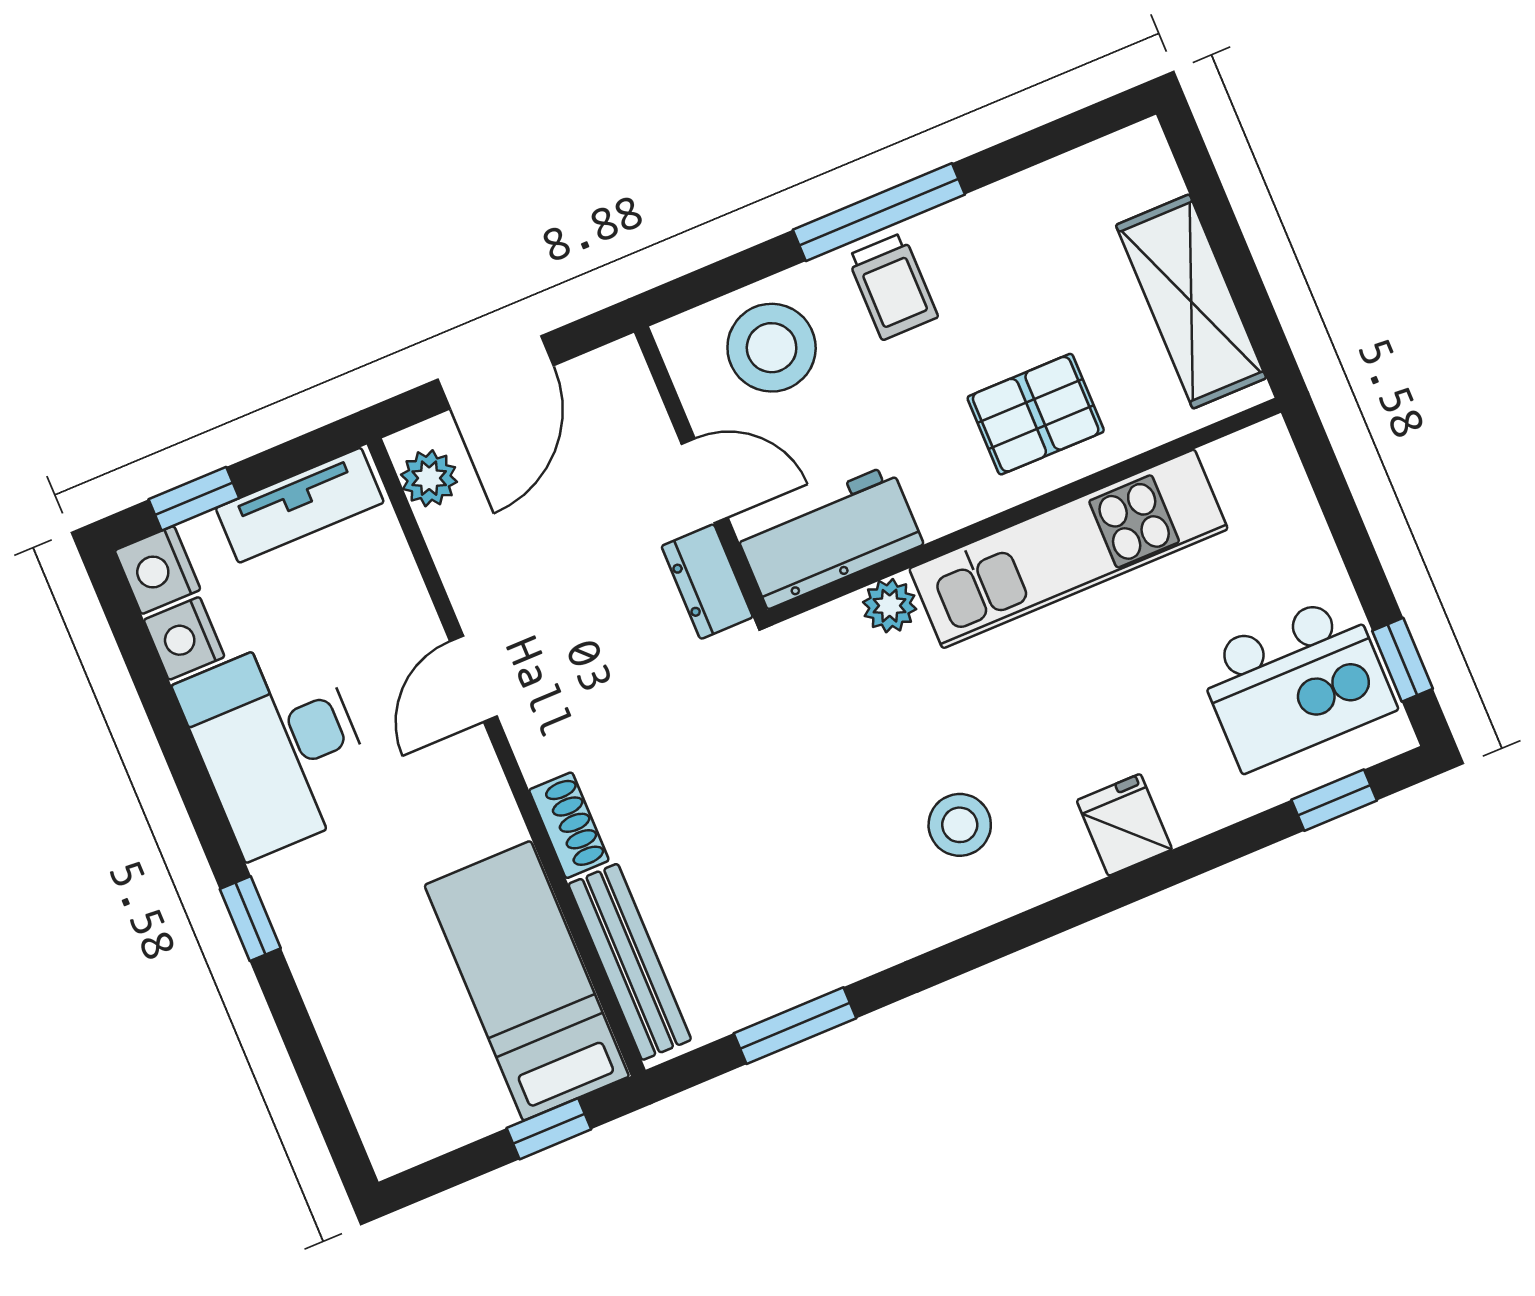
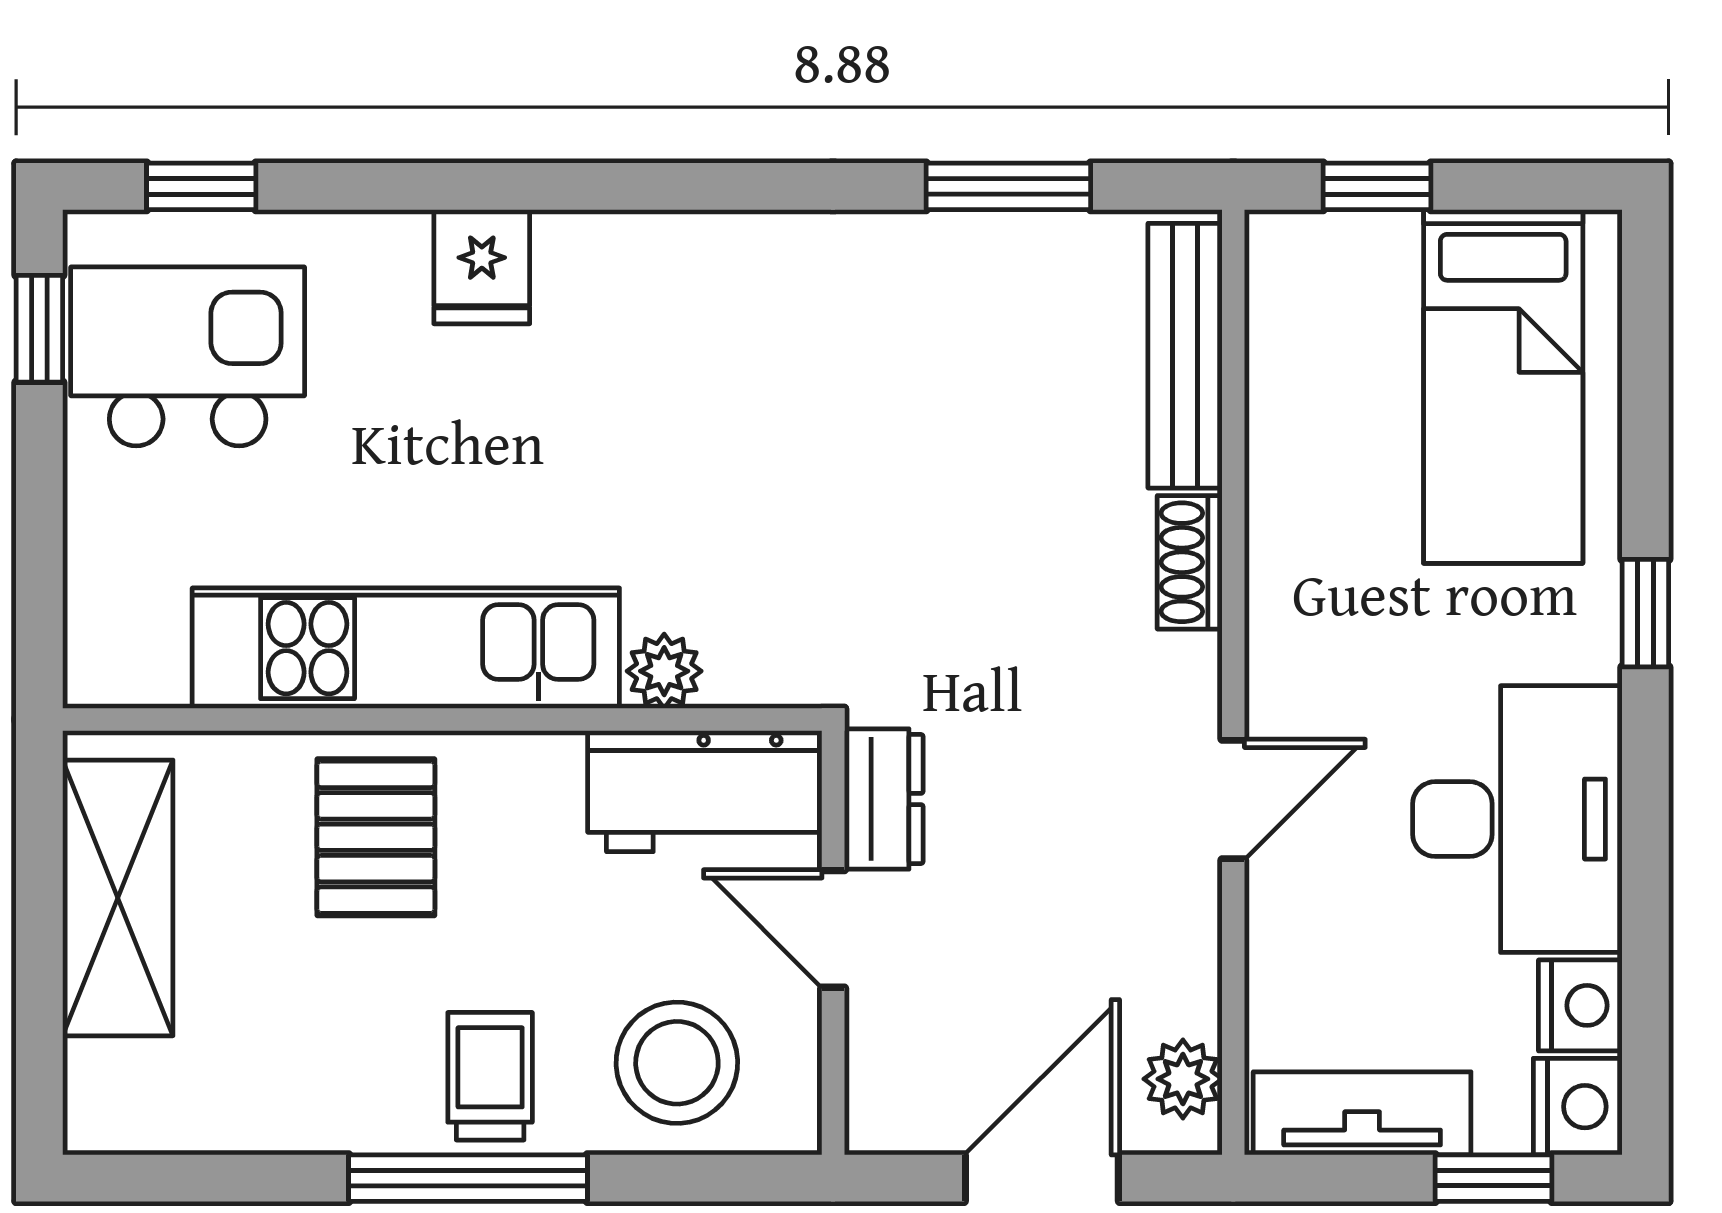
pallet: (1036, 414) -> (376, 837), turned 90
stool: (960, 825) -> (692, 354), removed
bed: (527, 981) -> (1503, 386), moved

